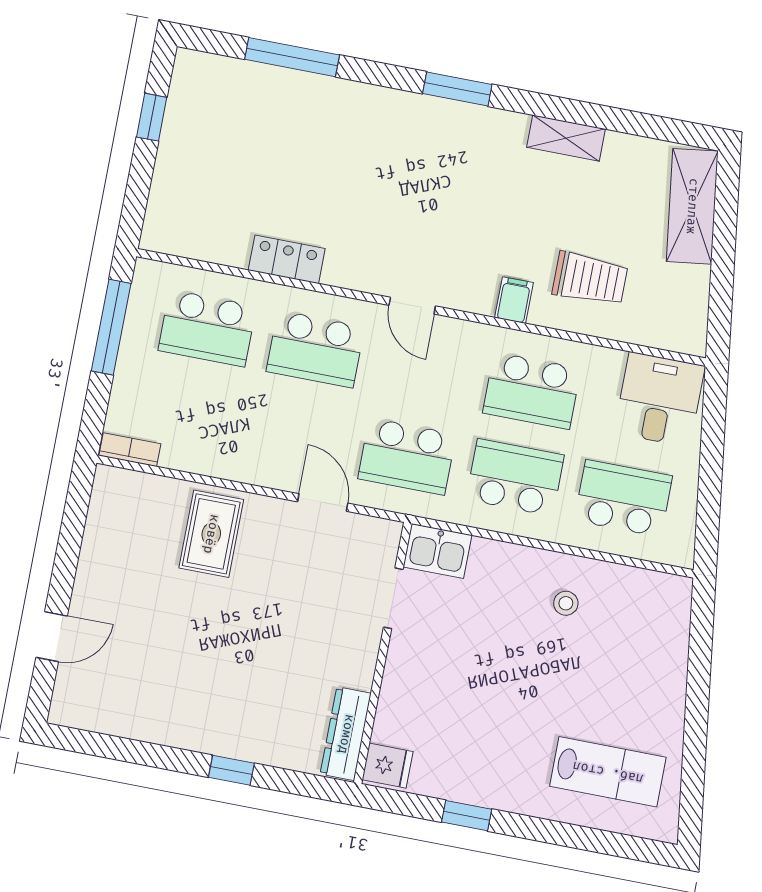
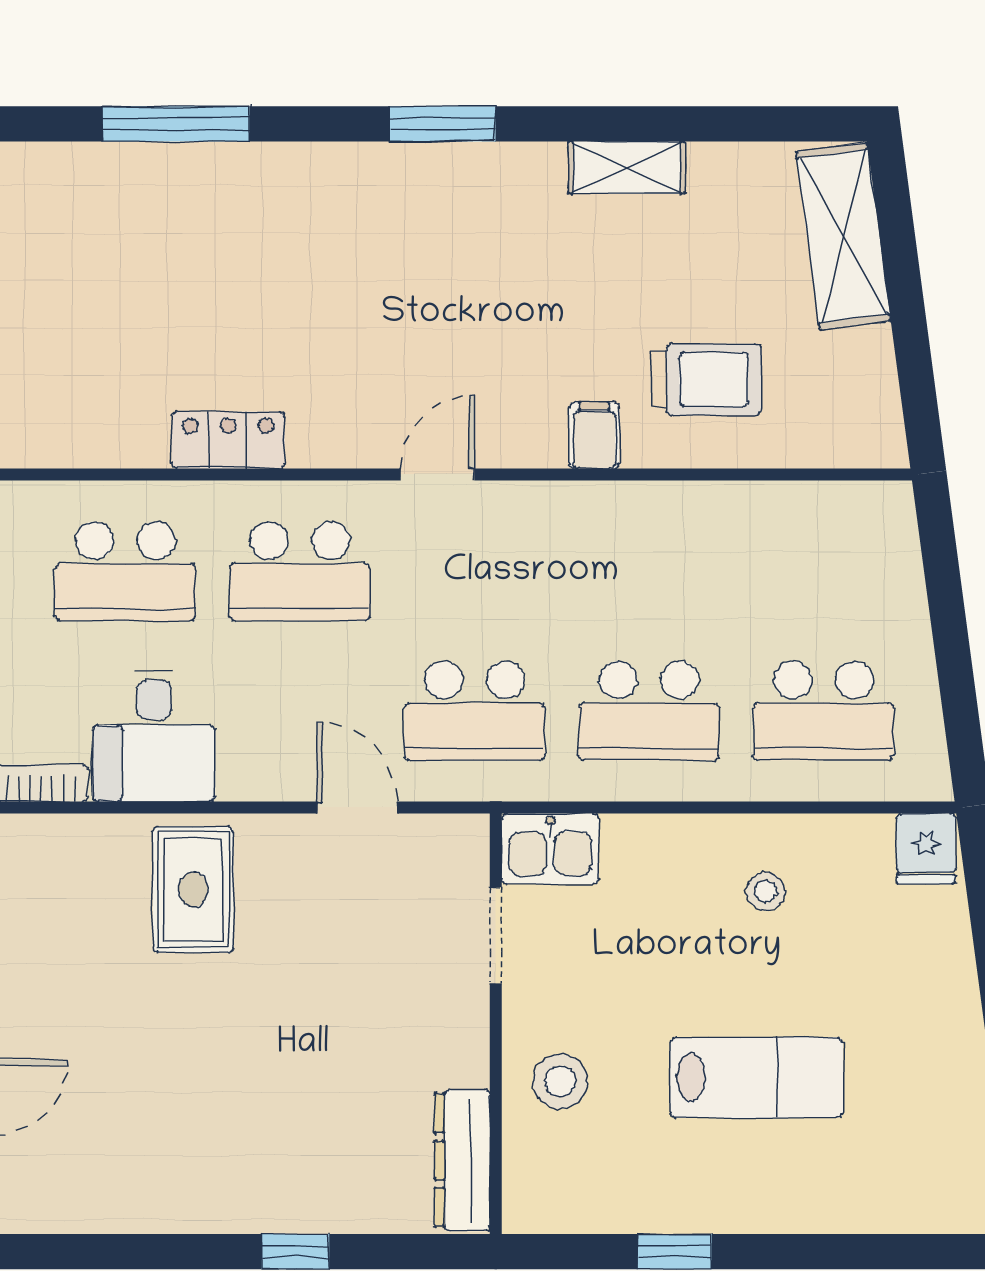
door: (412, 306) -> (437, 474), swing flipped
school desk: (532, 391) -> (649, 571), removed
desk: (659, 399) -> (154, 736), moved, turned 180
school desk: (515, 477) -> (649, 711), turned 180
school desk: (623, 498) -> (824, 711), turned 180
stool: (416, 697) -> (560, 1081), added
fridge: (388, 766) -> (926, 849), moved, turned 90
lab bench: (608, 772) -> (756, 1077), moved

